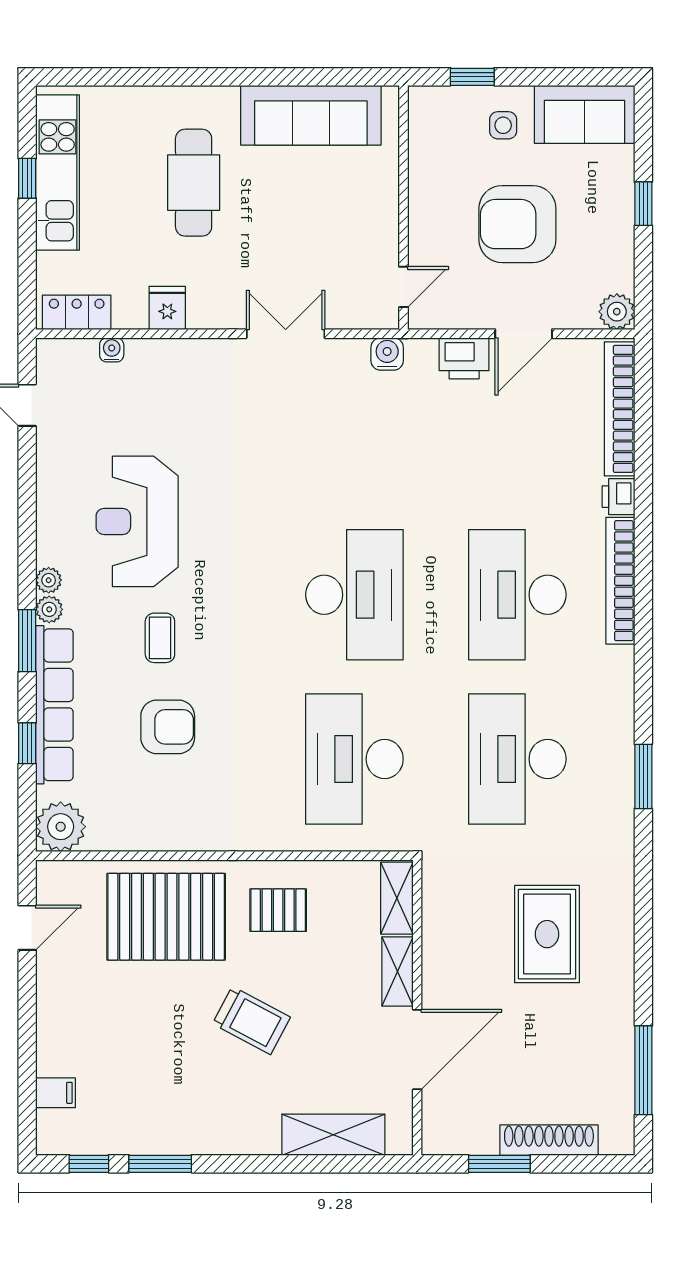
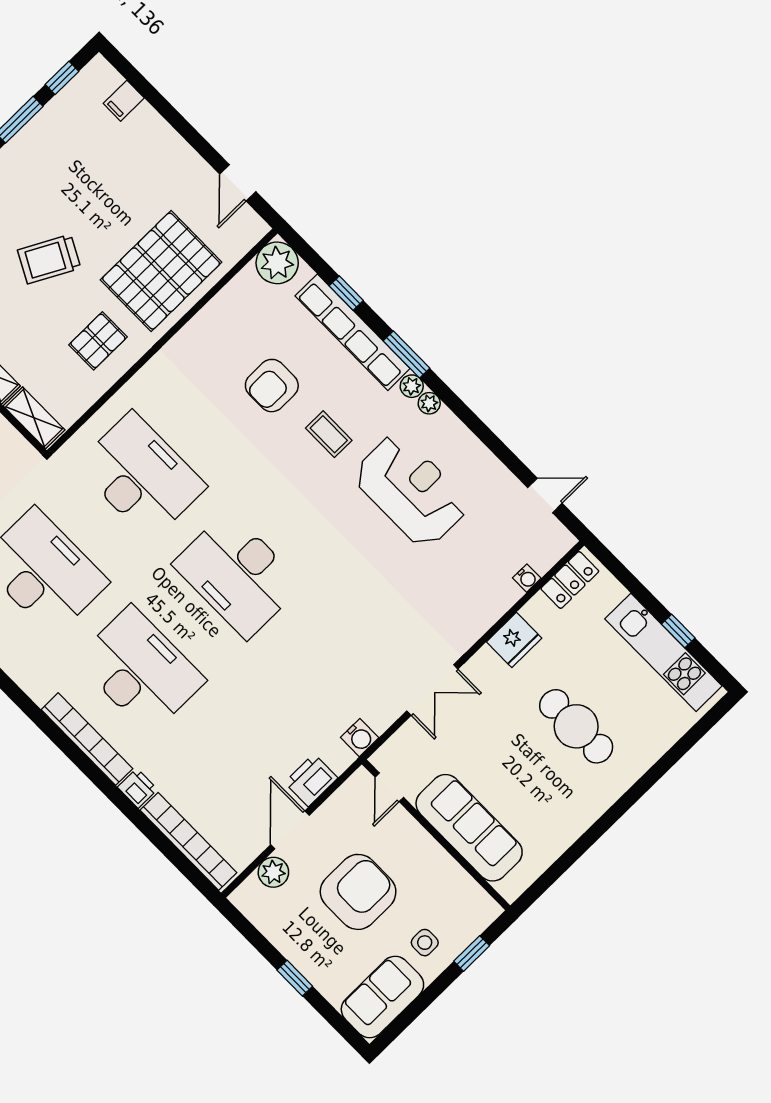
sofa: (311, 115) -> (469, 828), moved, turned 90
fridge: (167, 308) -> (514, 640), width x1.38
plant: (617, 312) -> (273, 872), moved

